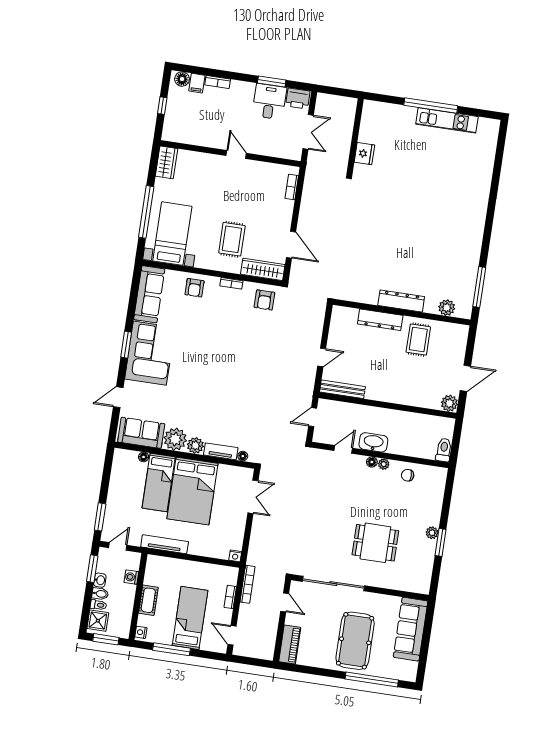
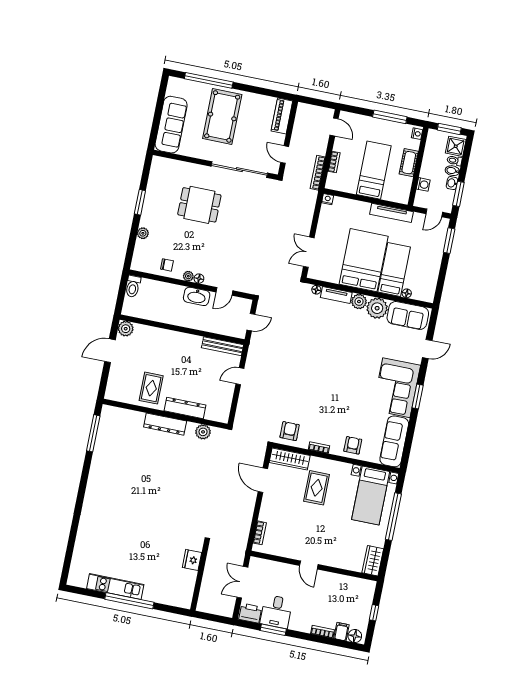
plant: (447, 308) -> (203, 432), moved
plant: (432, 533) -> (143, 233), moved
bed: (190, 618) -> (374, 170), moved, turned 180

